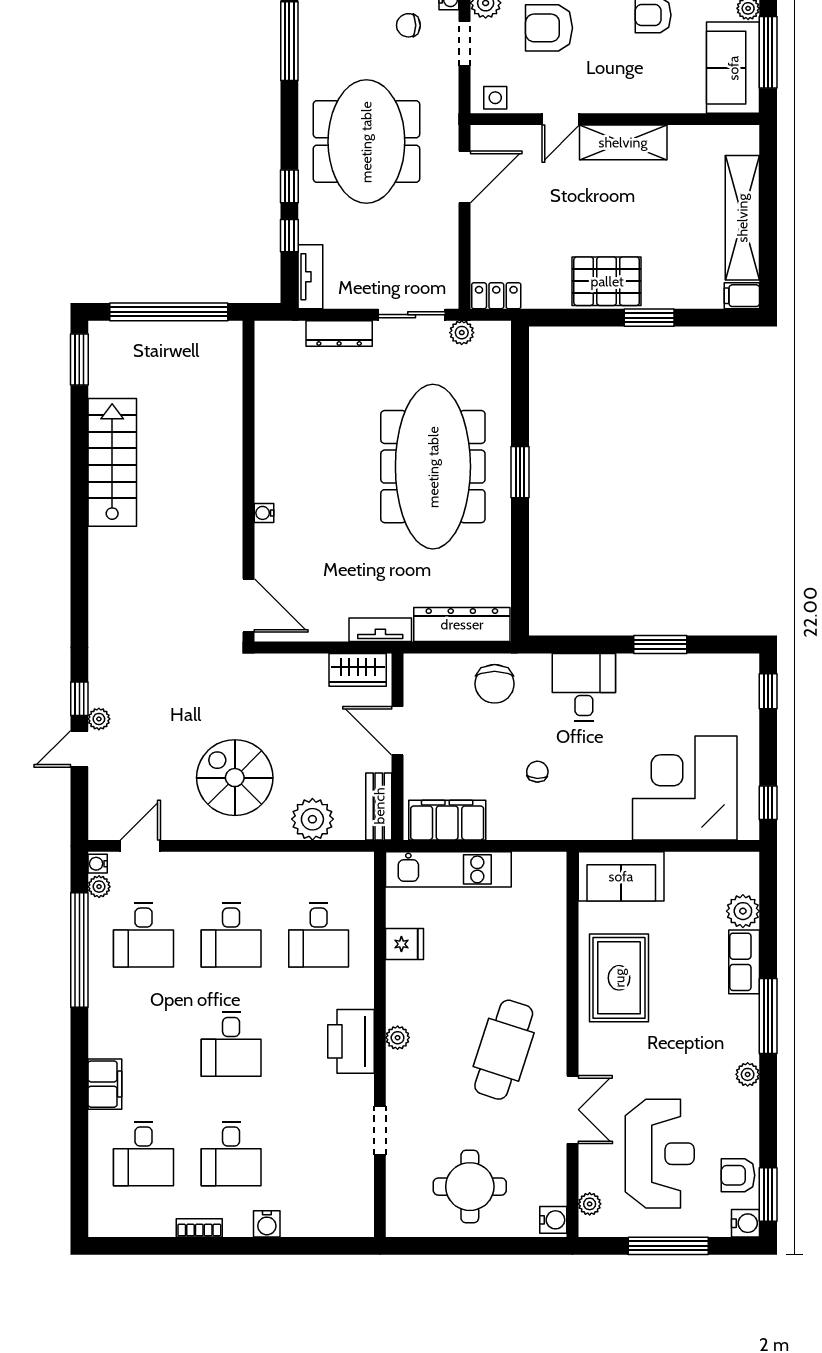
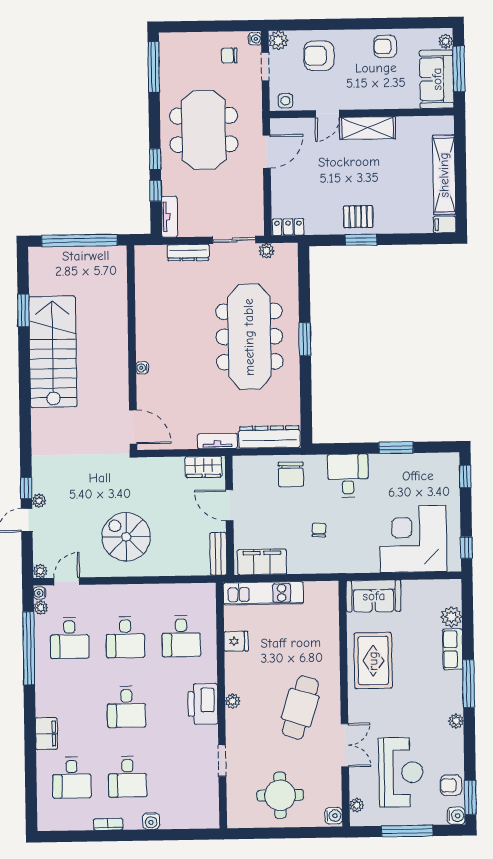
pallet: (607, 281) -> (358, 217), width x0.67, depth x0.71
window: (649, 318) -> (361, 240), moved
window: (79, 360) -> (23, 310), moved
stairs: (112, 462) -> (53, 352), width x1.36, depth x1.51
plant: (312, 819) -> (40, 571), moved, width x0.53, depth x0.53

